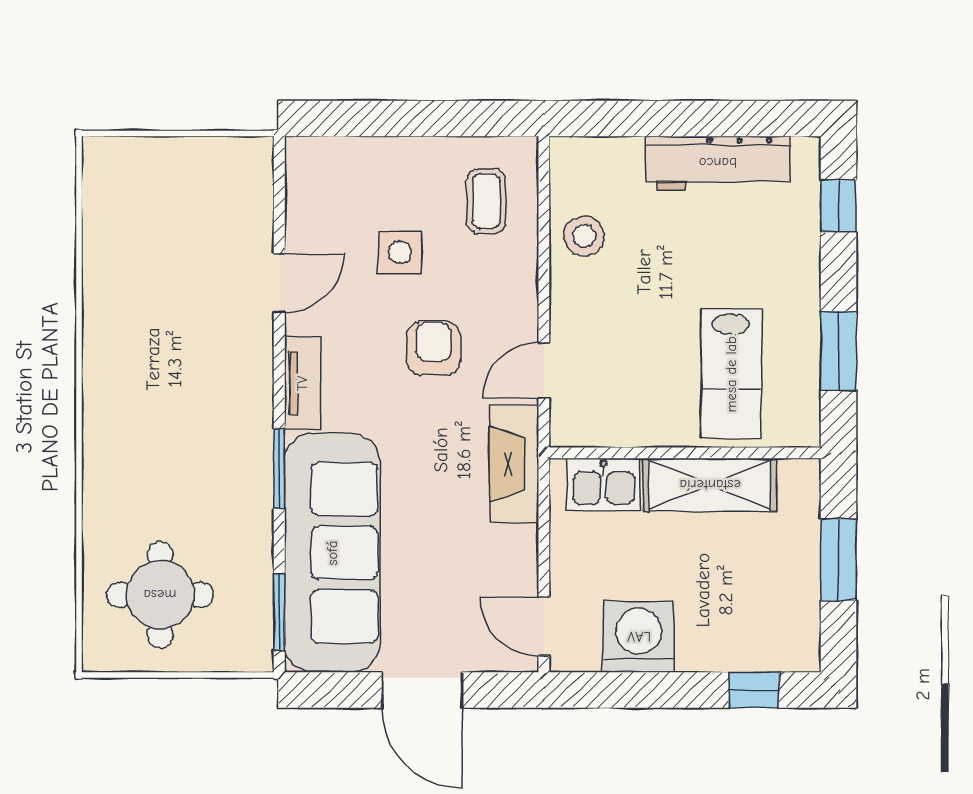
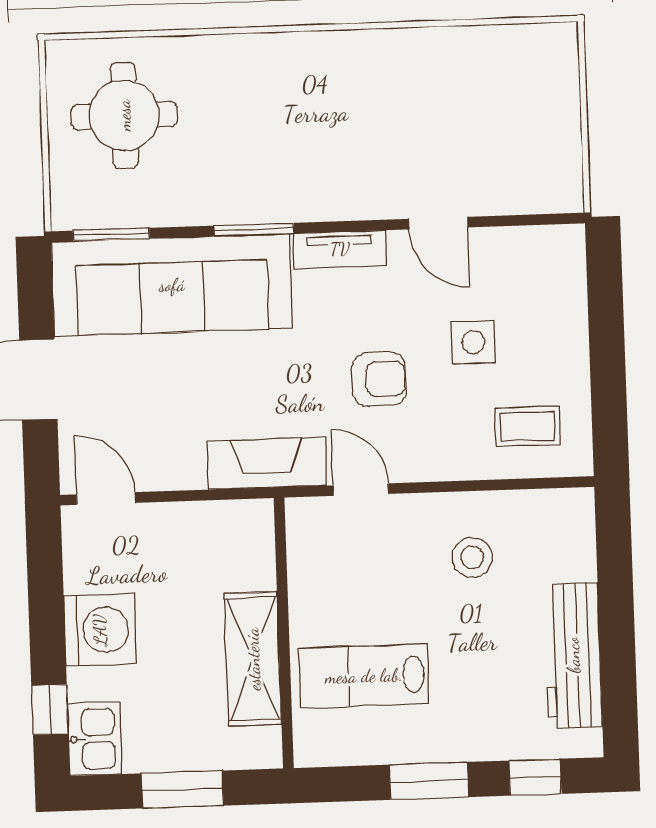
stool: (584, 236) -> (472, 557), moved
window: (838, 351) -> (429, 781), moved
kitchen sink: (603, 484) -> (95, 739), moved, turned 180
door: (544, 627) -> (106, 499), hinge flipped
washing machine: (639, 637) -> (100, 630), moved

